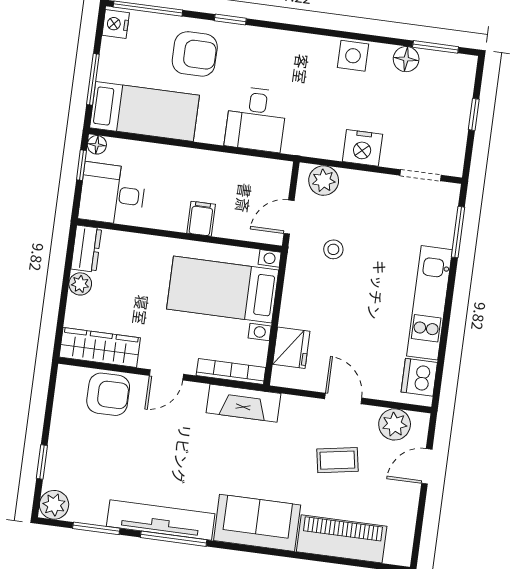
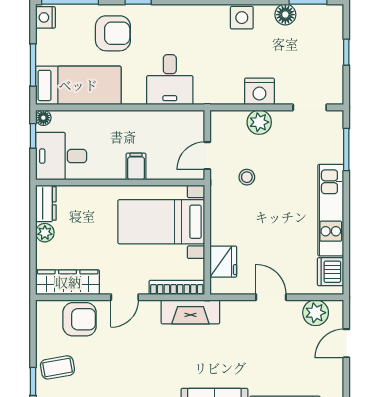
plant: (324, 181) -> (259, 122), moved
coffee table: (337, 460) -> (57, 367), moved

